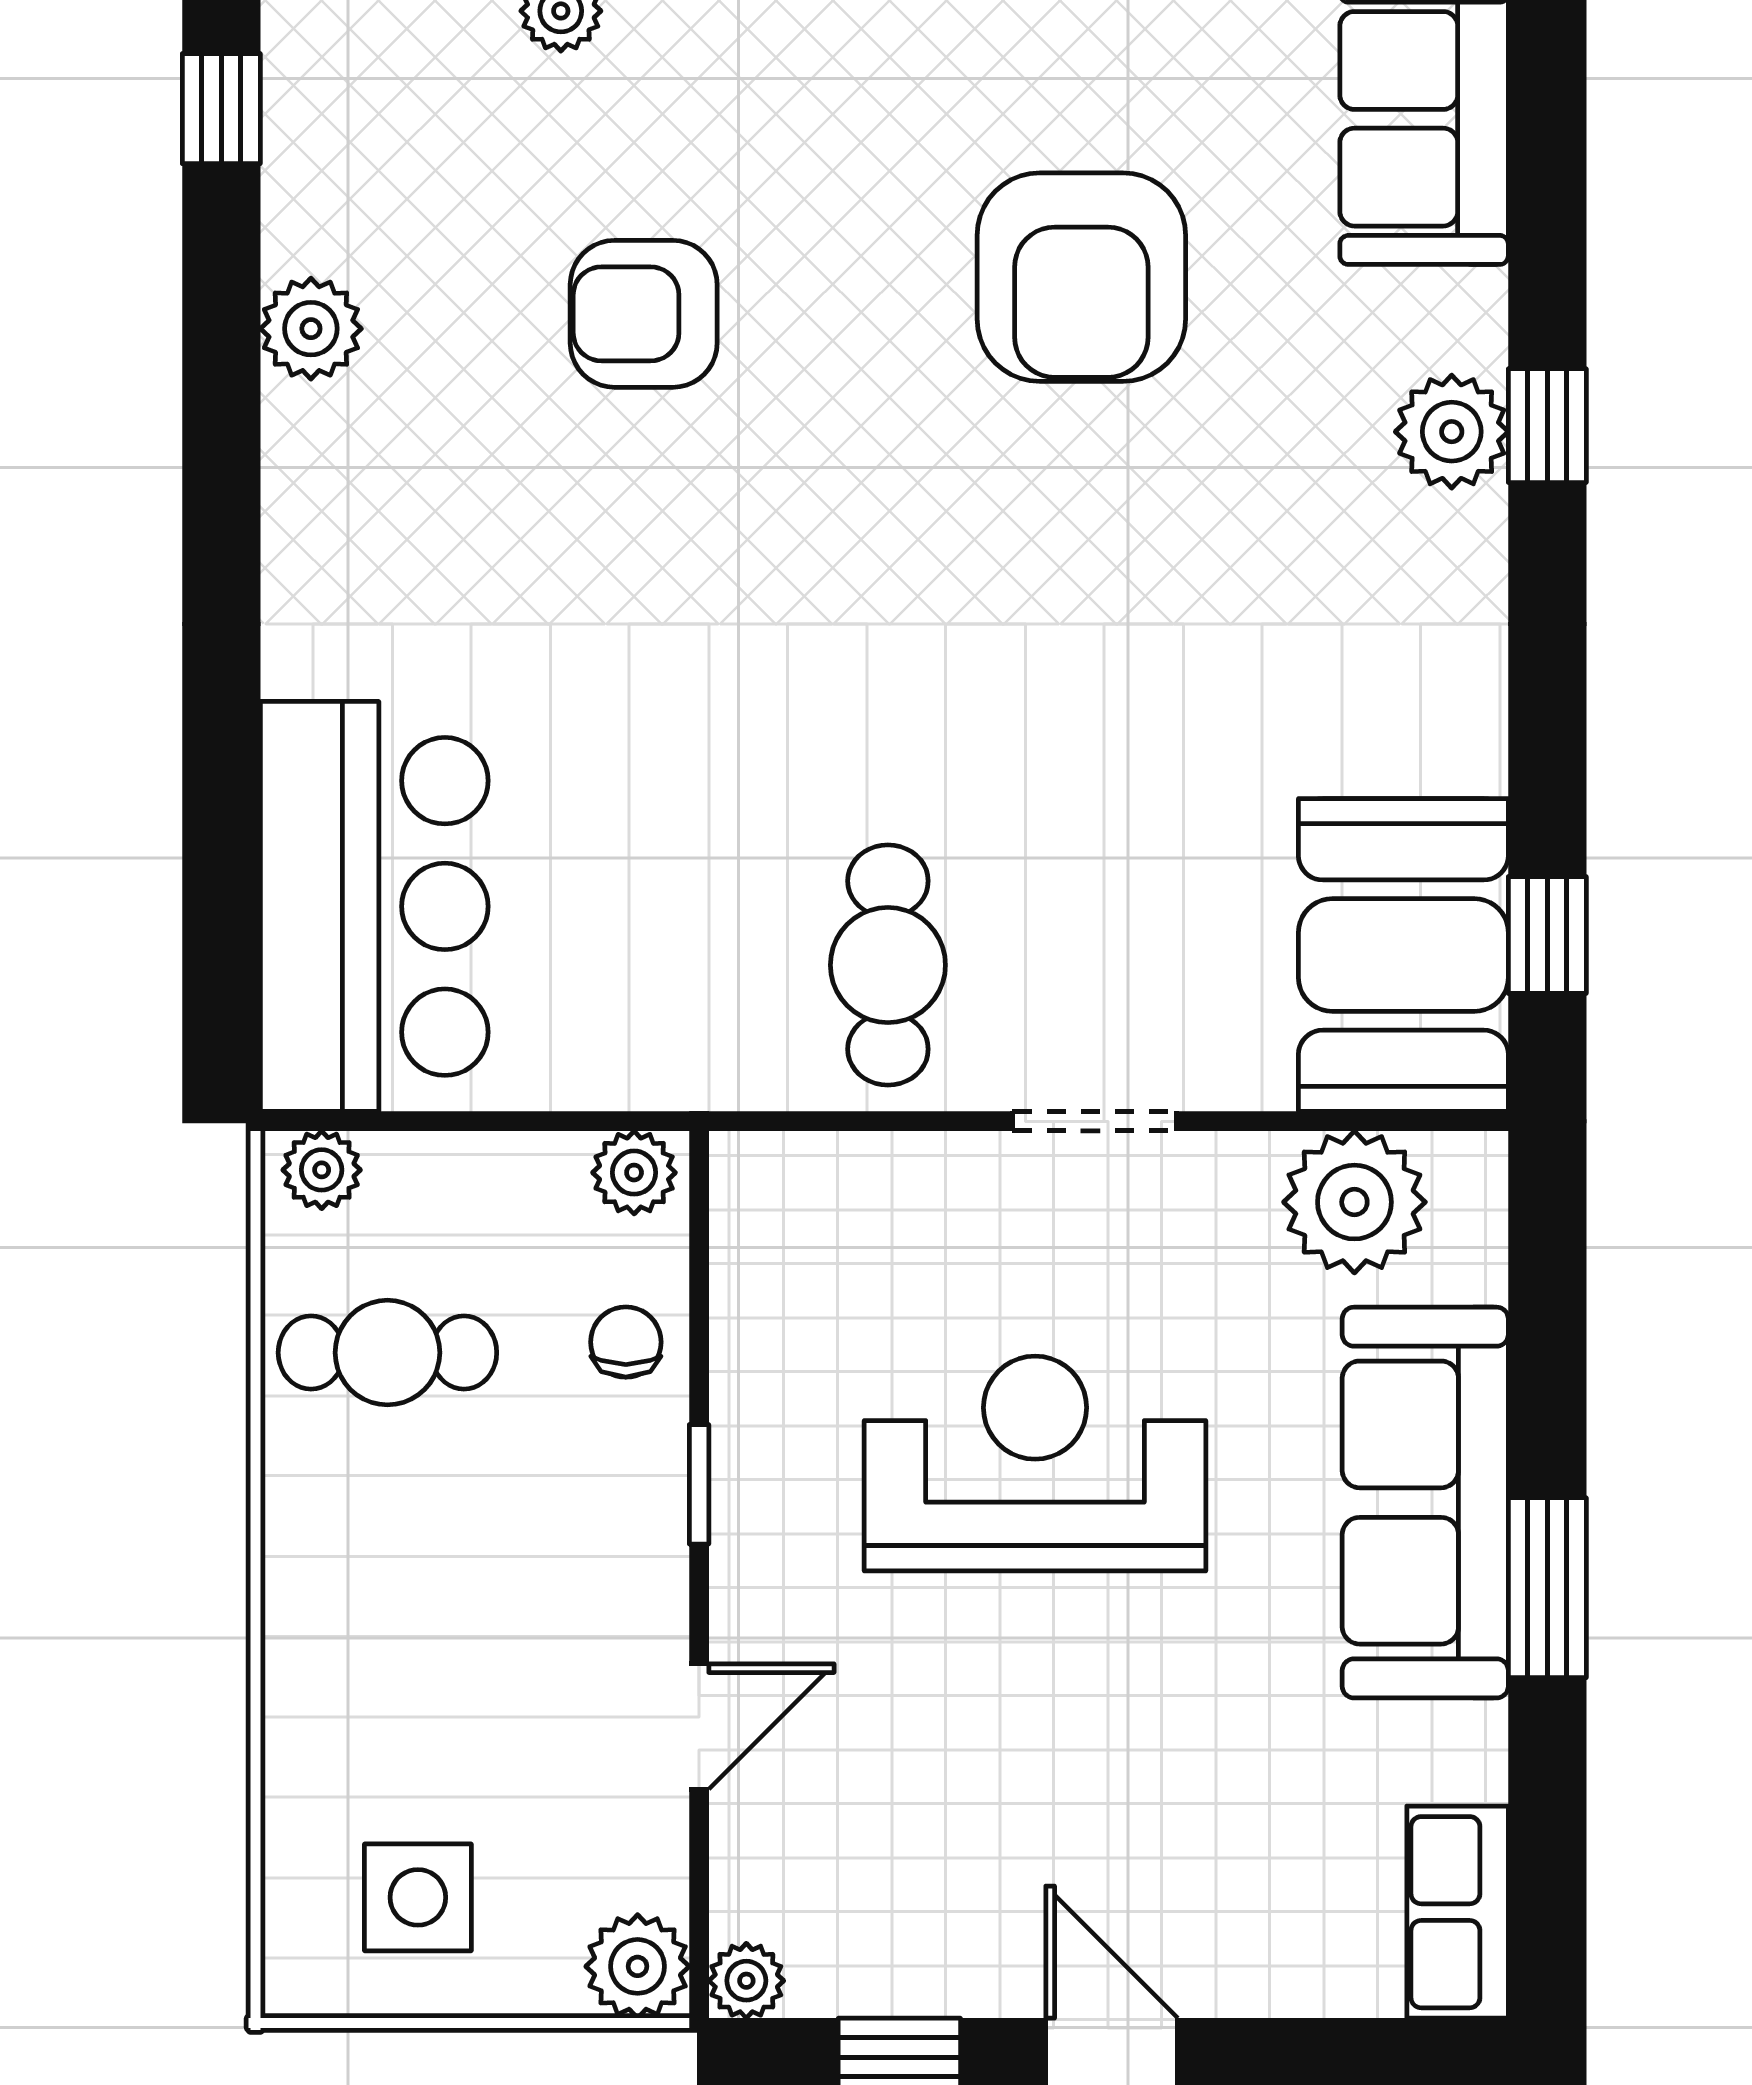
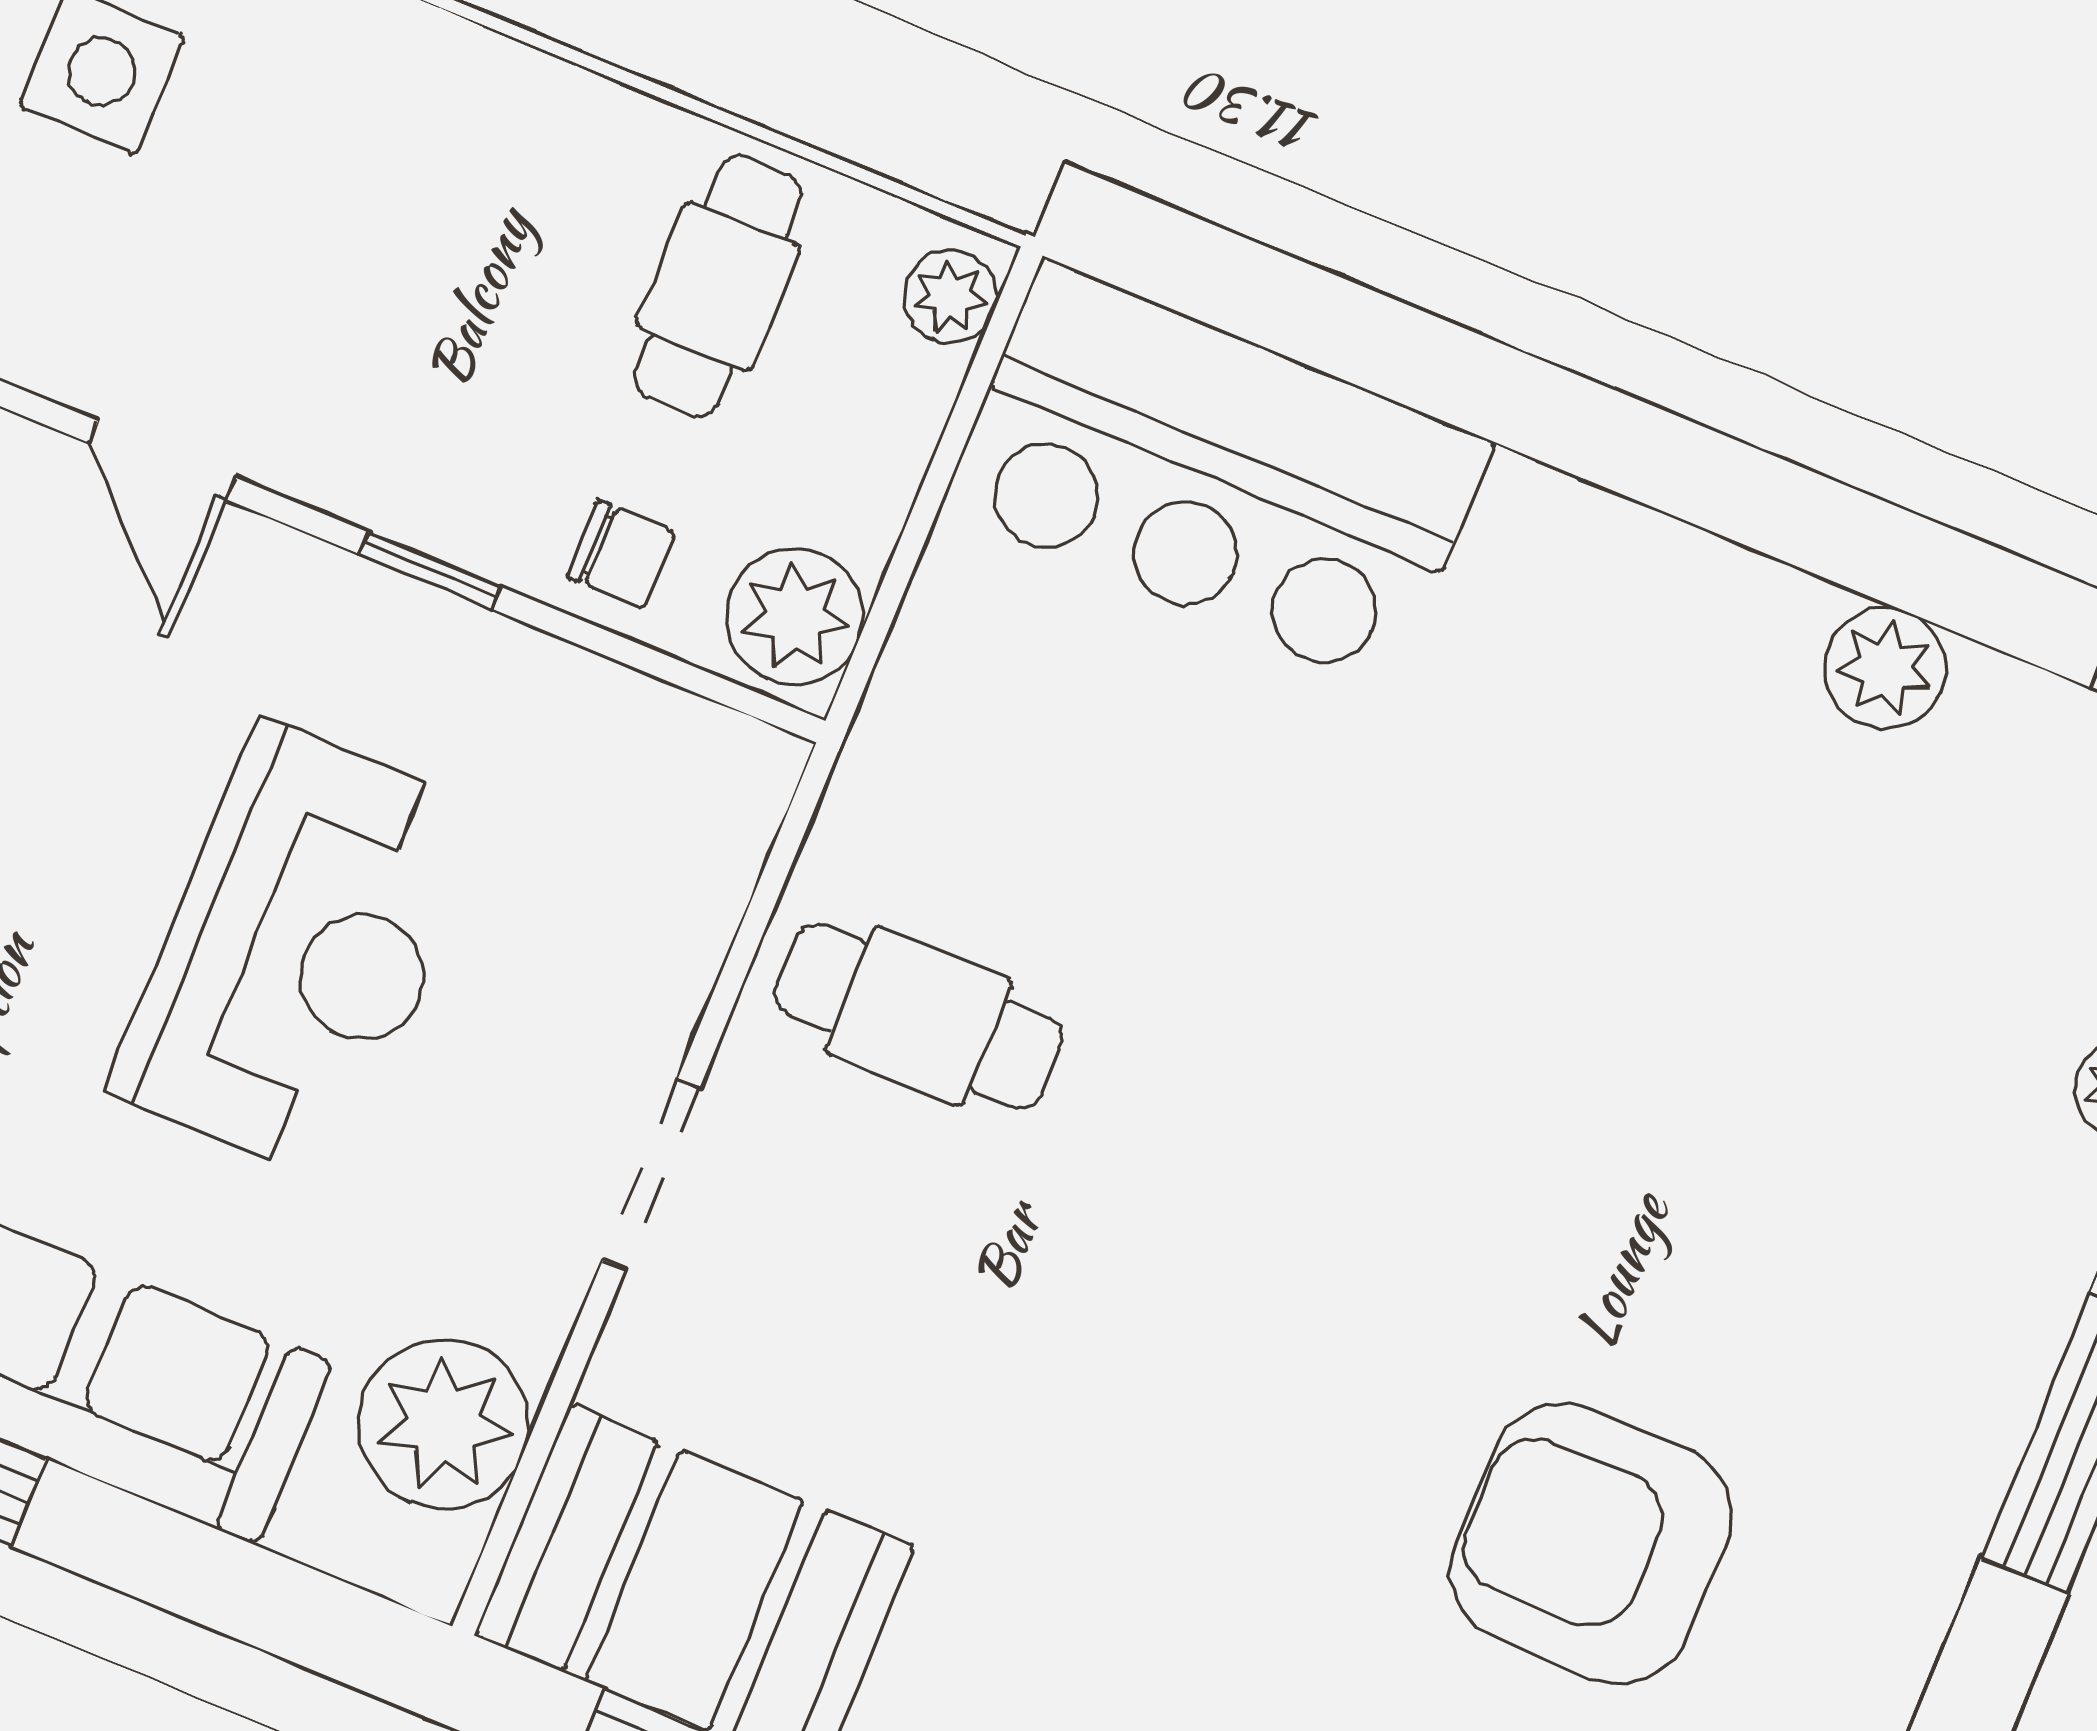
armchair: (644, 314) -> (1750, 1043), removed
plant: (634, 1173) -> (795, 617), width x1.38, depth x1.38

